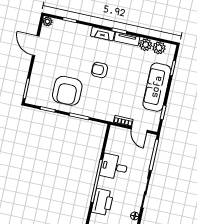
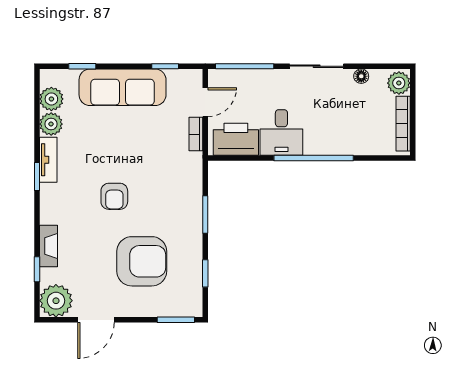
plant: (47, 22) -> (56, 301), width x1.88, depth x1.88
fireplace: (103, 34) -> (49, 246), moved
armchair: (67, 91) -> (142, 261), moved
printer: (103, 202) -> (236, 139), moved

